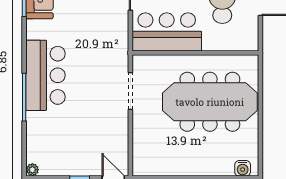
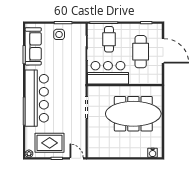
bar counter: (45, 75) -> (37, 98), width x1.36
rug: (67, 151) -> (50, 143), added

